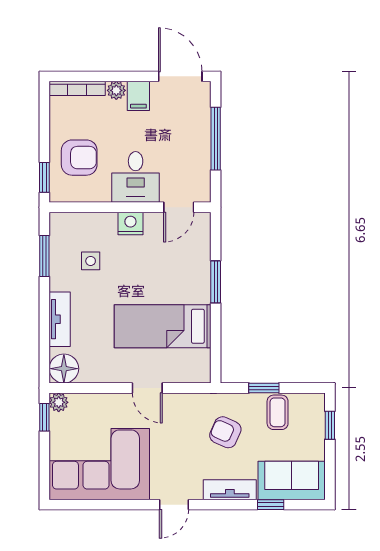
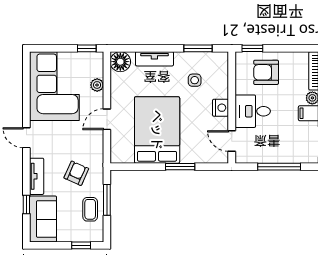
armchair: (79, 158) -> (266, 72), turned 90
bed: (163, 326) -> (157, 130), width x1.50
window: (264, 388) -> (107, 200), width x1.50
plant: (59, 402) -> (97, 85), moved
coffee table: (278, 412) -> (90, 209), turned 90

